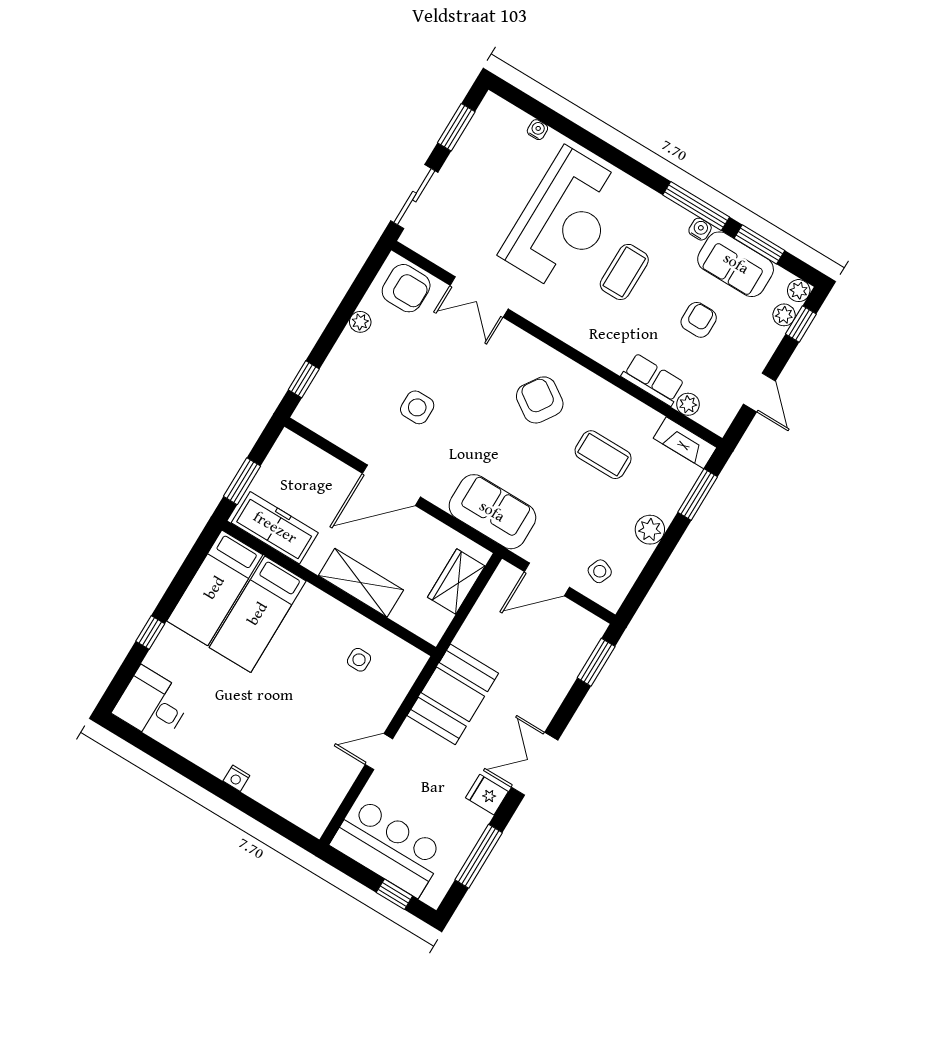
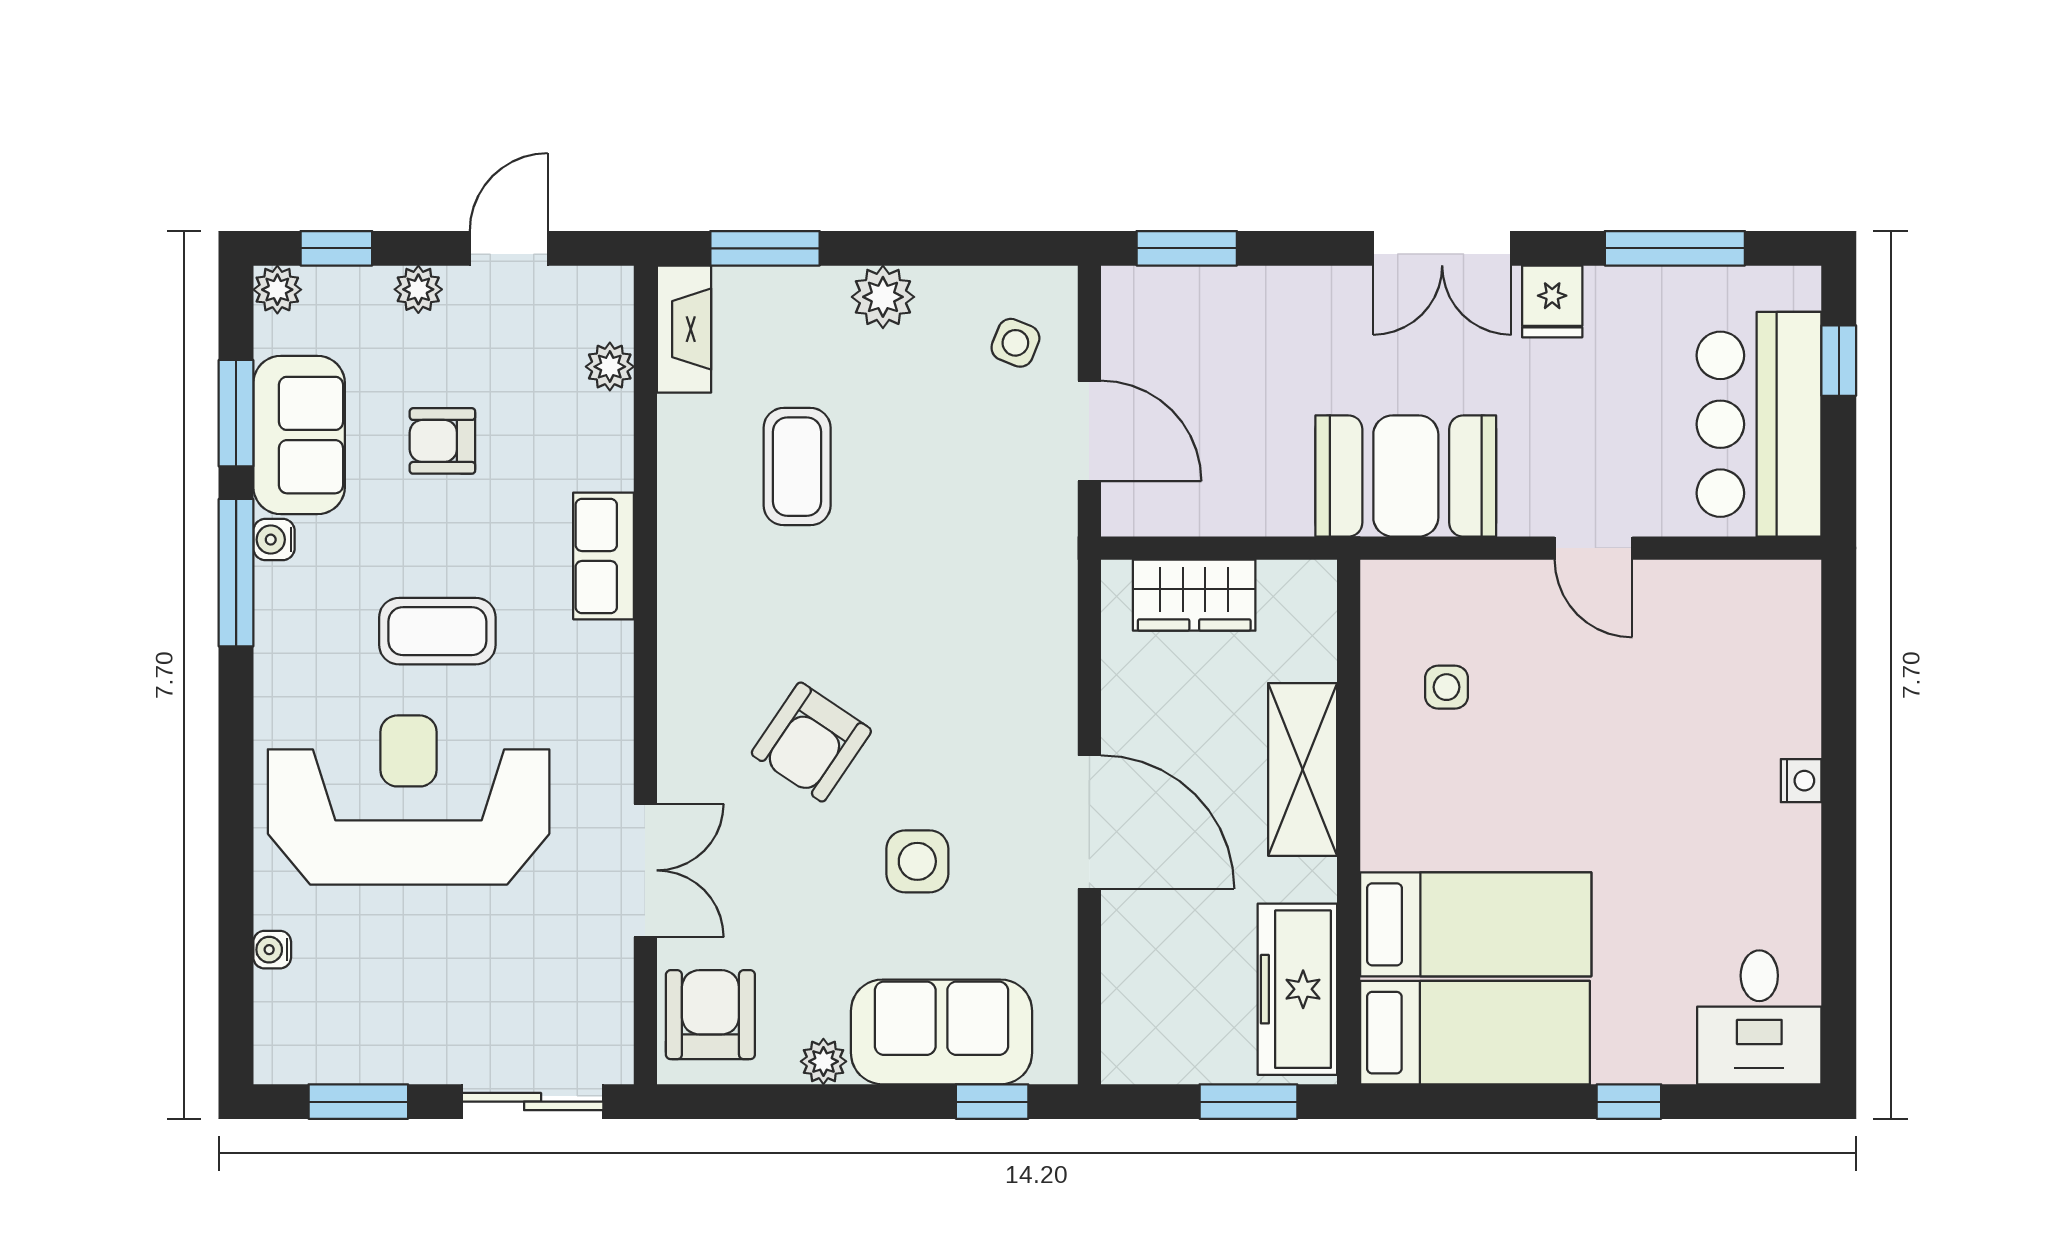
plant: (784, 315) -> (418, 289), moved
row of seats: (653, 380) -> (604, 556), moved
armchair: (540, 400) -> (811, 742), moved
sofa: (492, 512) -> (941, 1032), moved, turned 90

